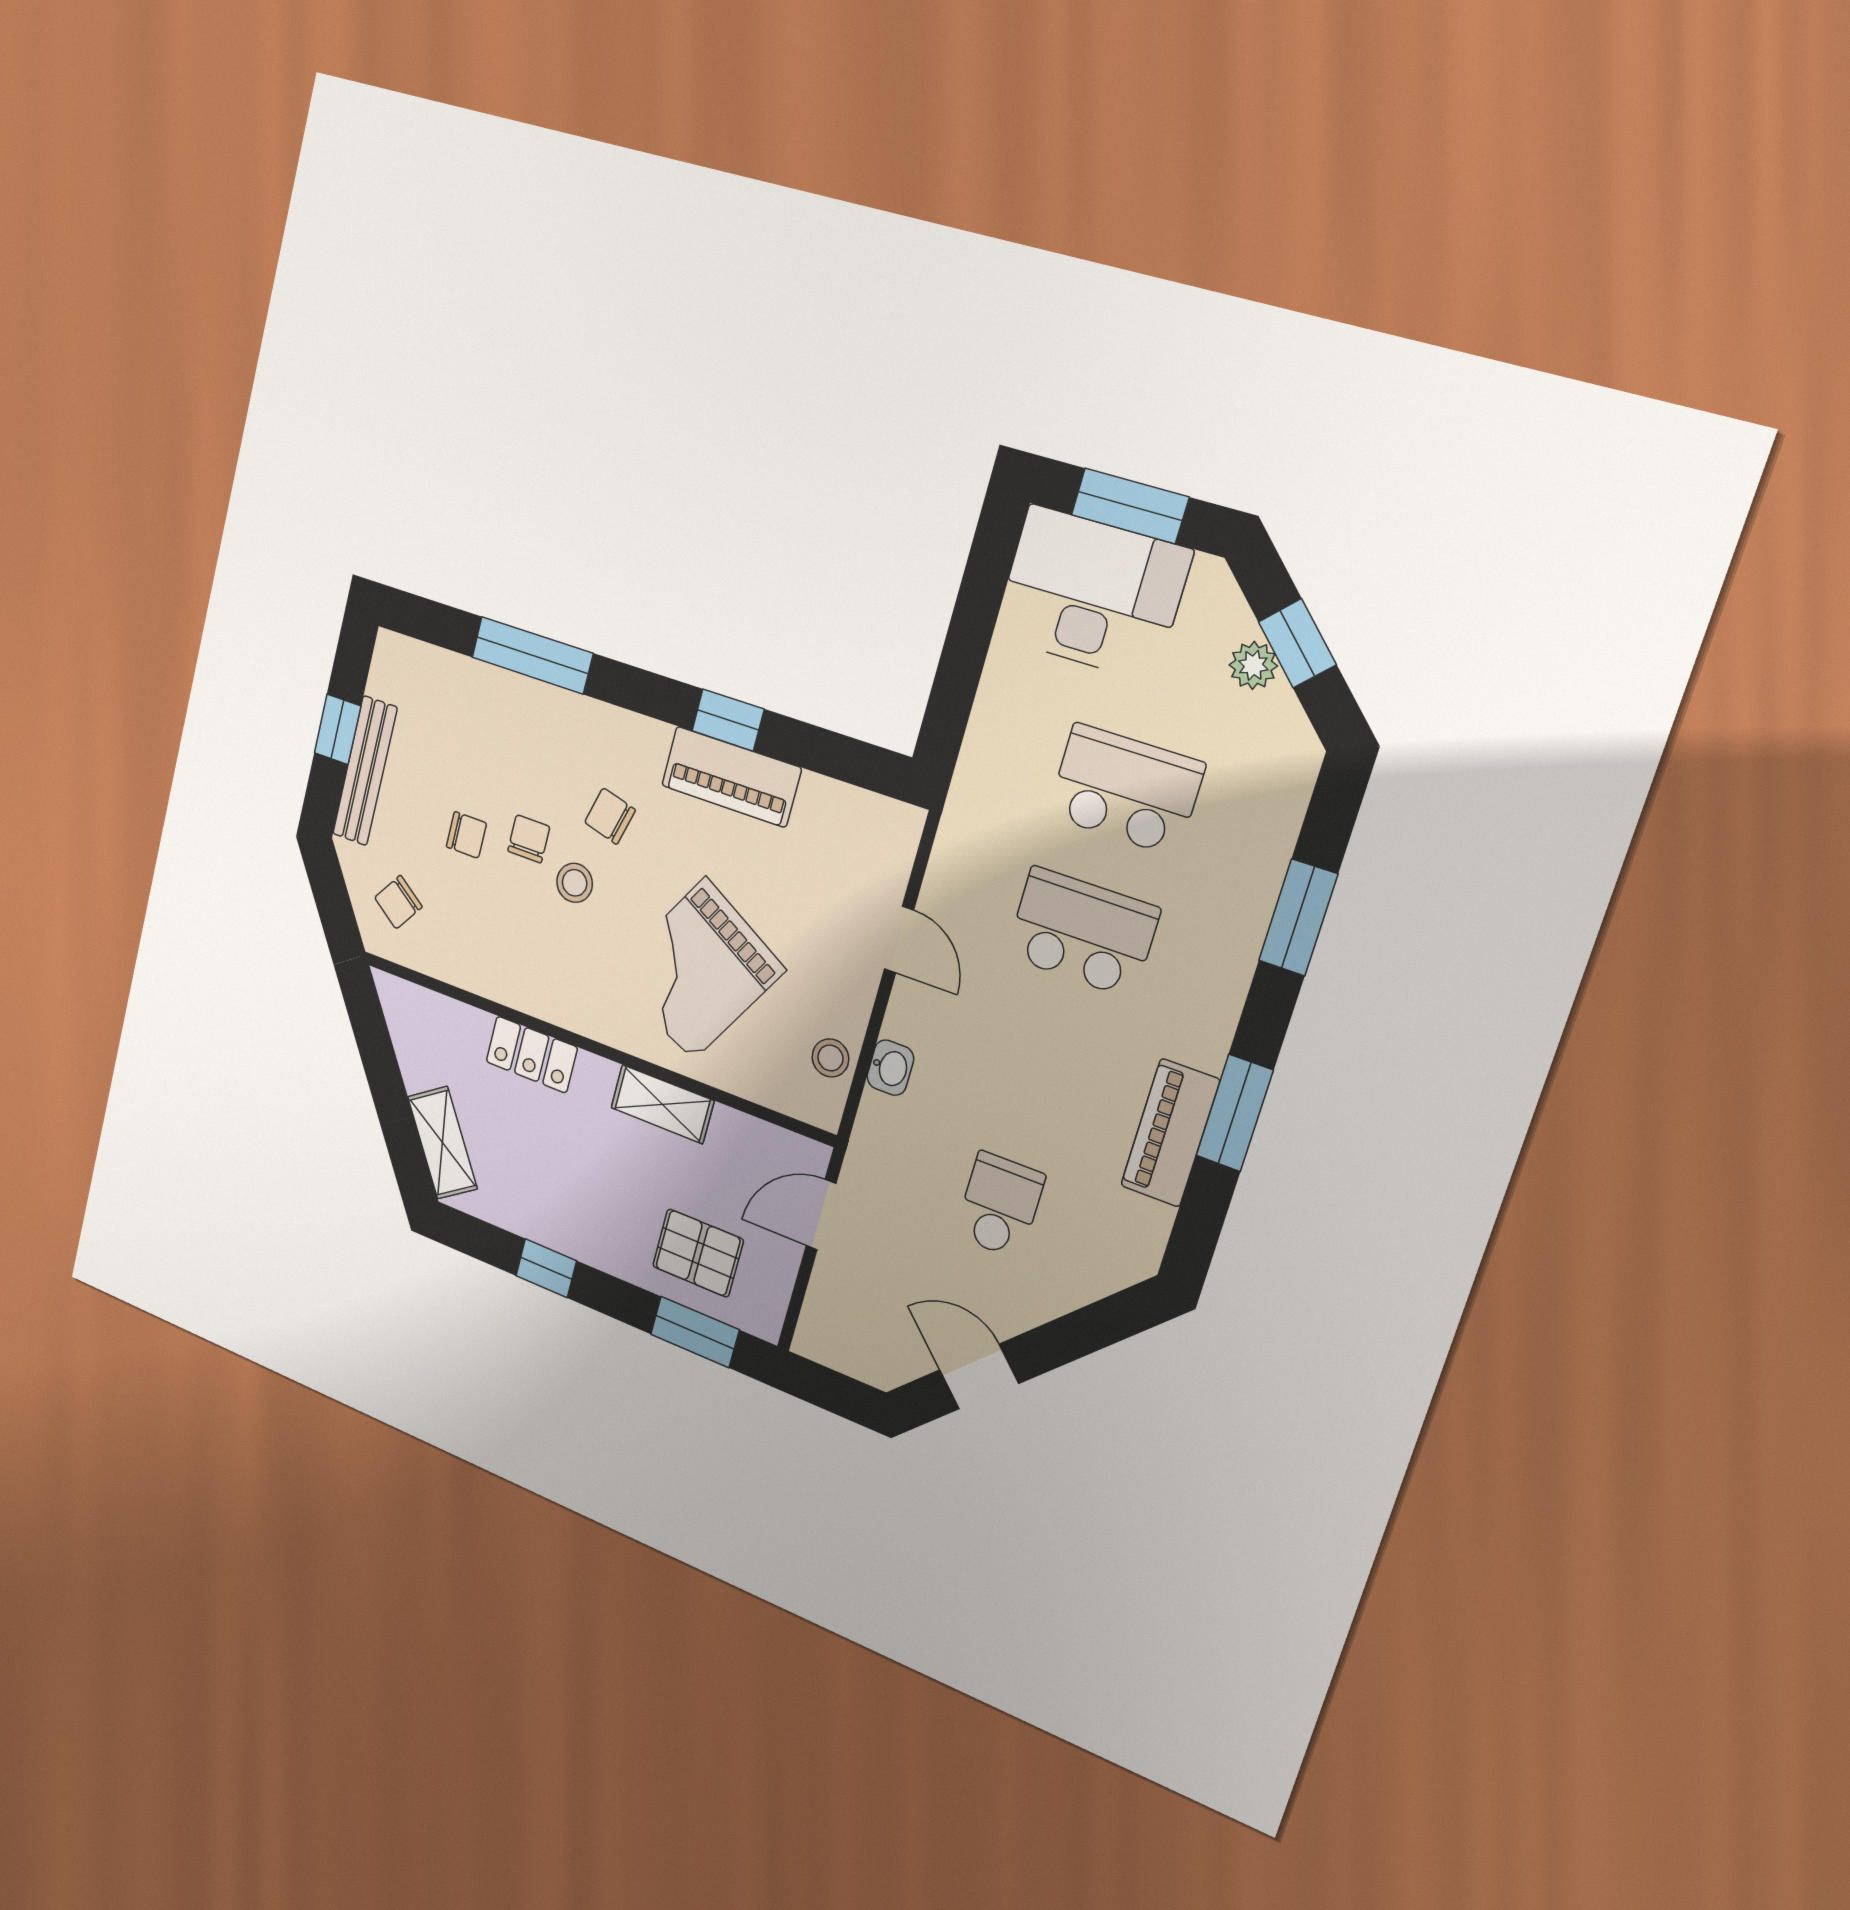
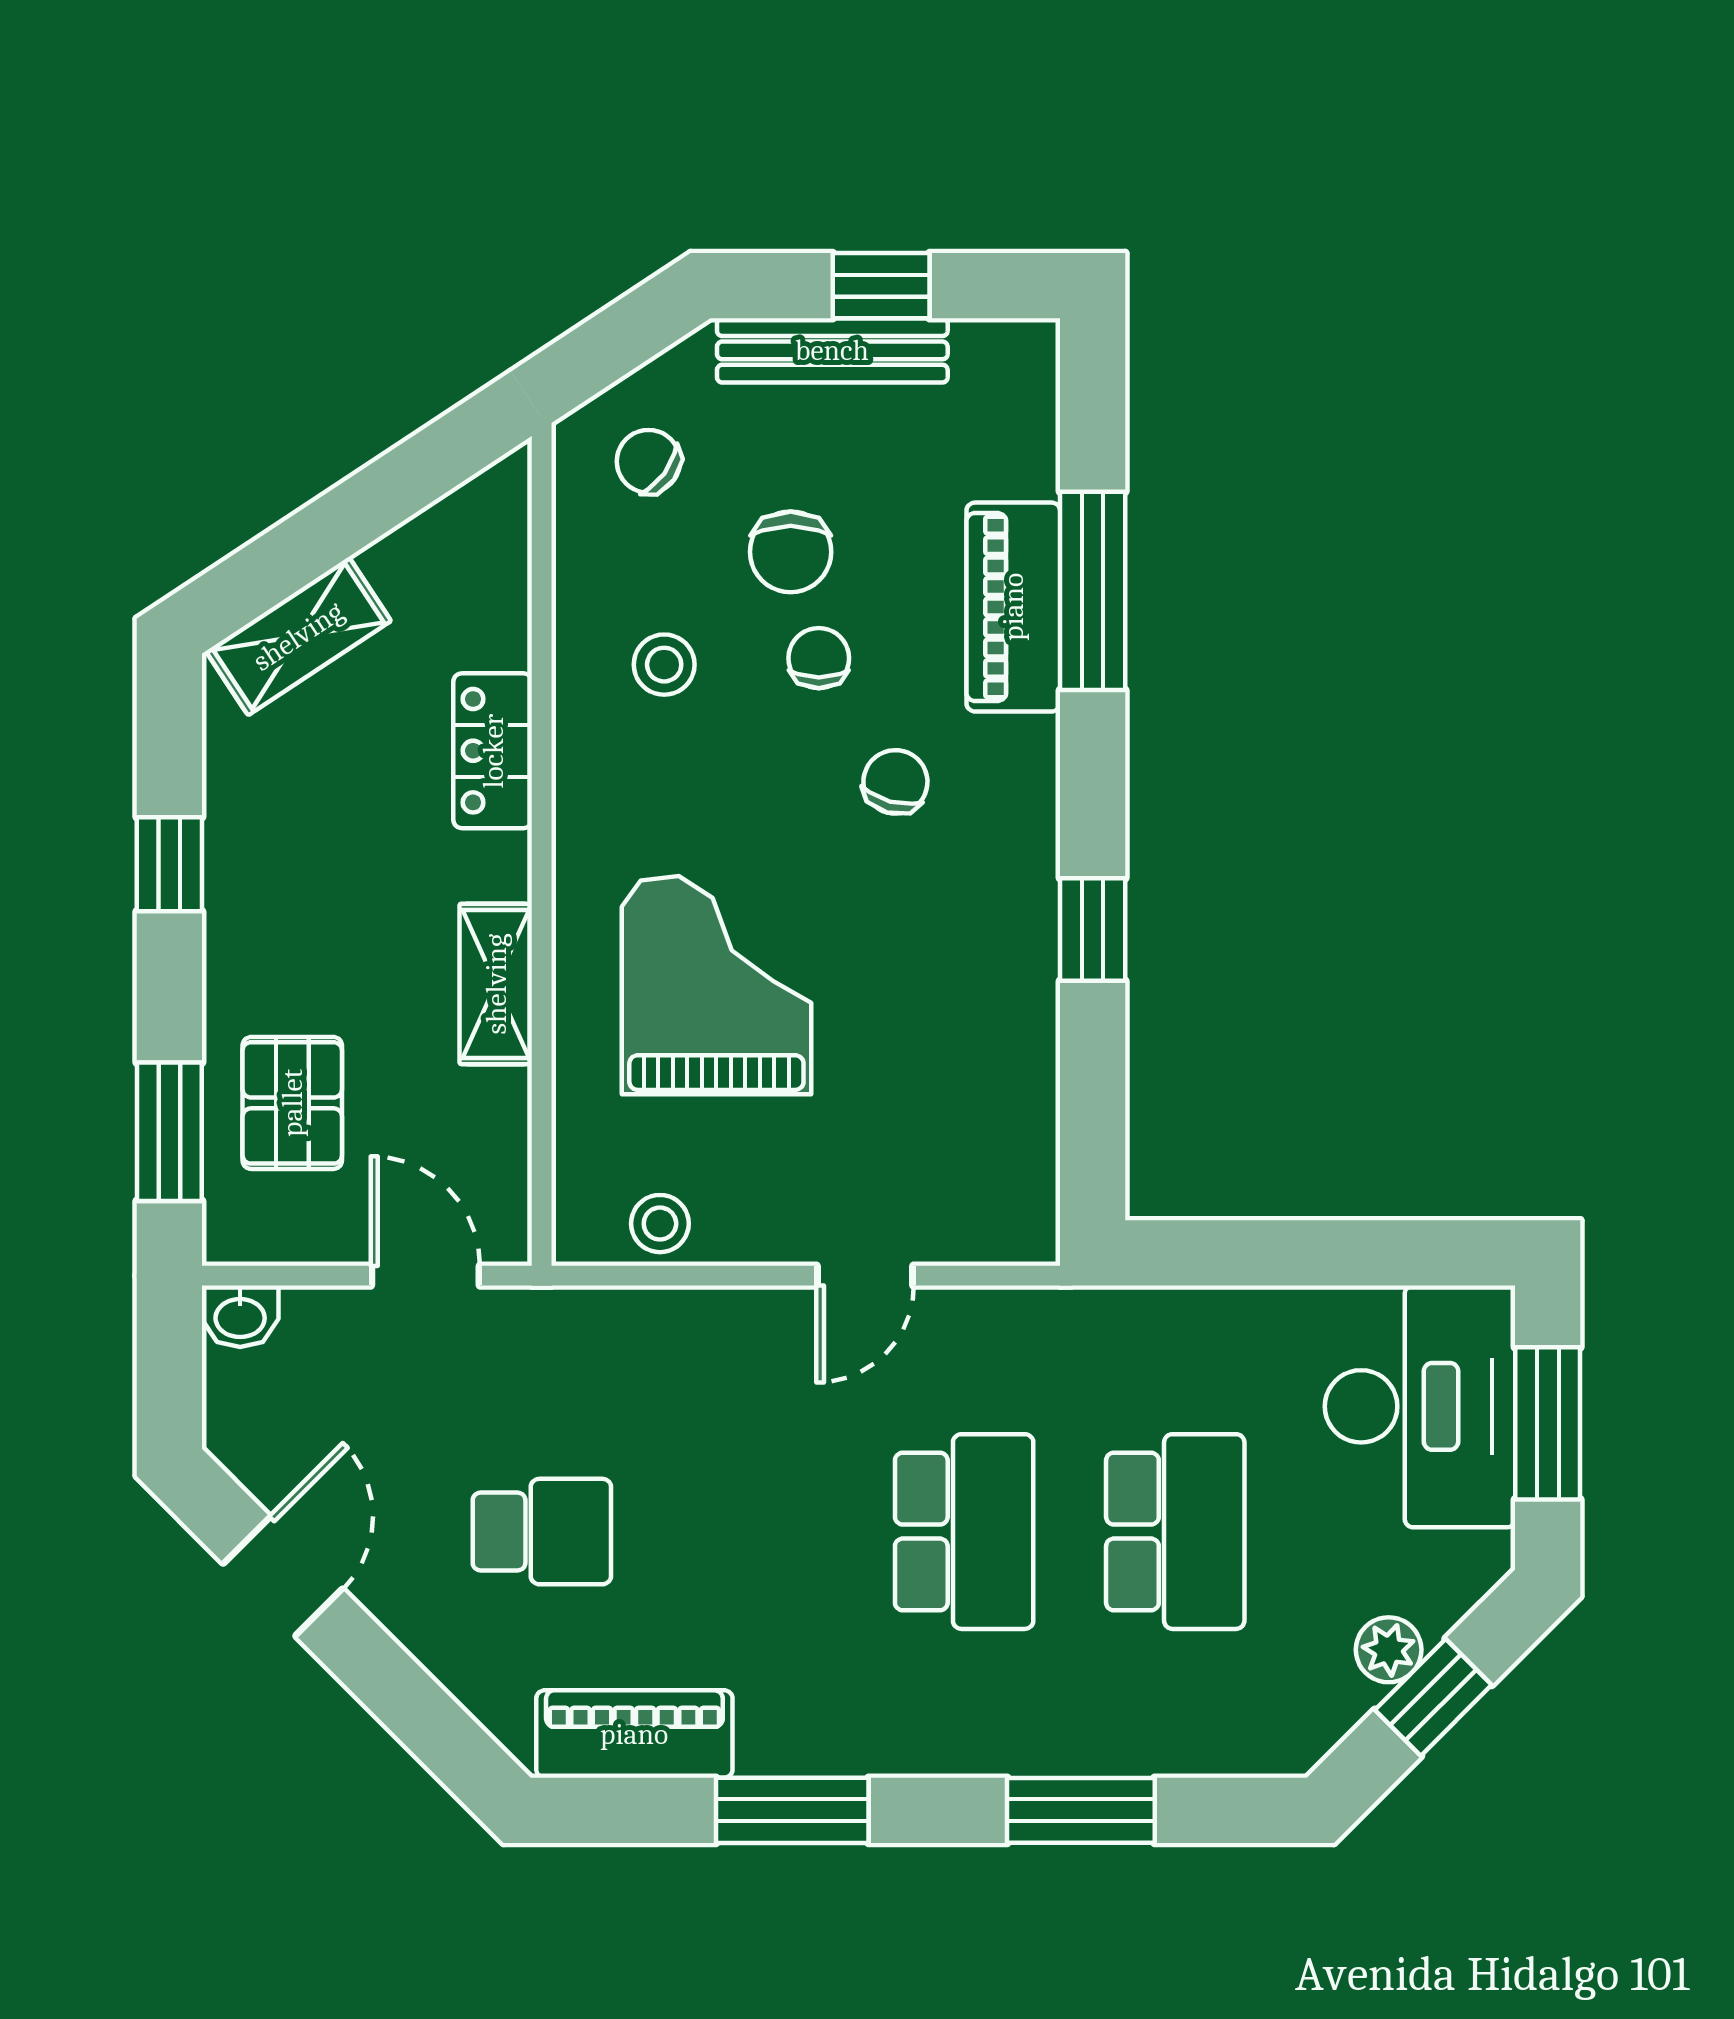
piano: (731, 777) -> (1013, 607), moved
chair: (466, 835) -> (791, 552), width x1.37, depth x1.37
chair: (529, 839) -> (819, 658), turned -90
stool: (575, 883) -> (664, 665), moved
grand piano: (699, 970) -> (716, 985), turned 60
washbasin: (890, 1068) -> (240, 1316), moved
piano: (1170, 1133) -> (634, 1734), moved

